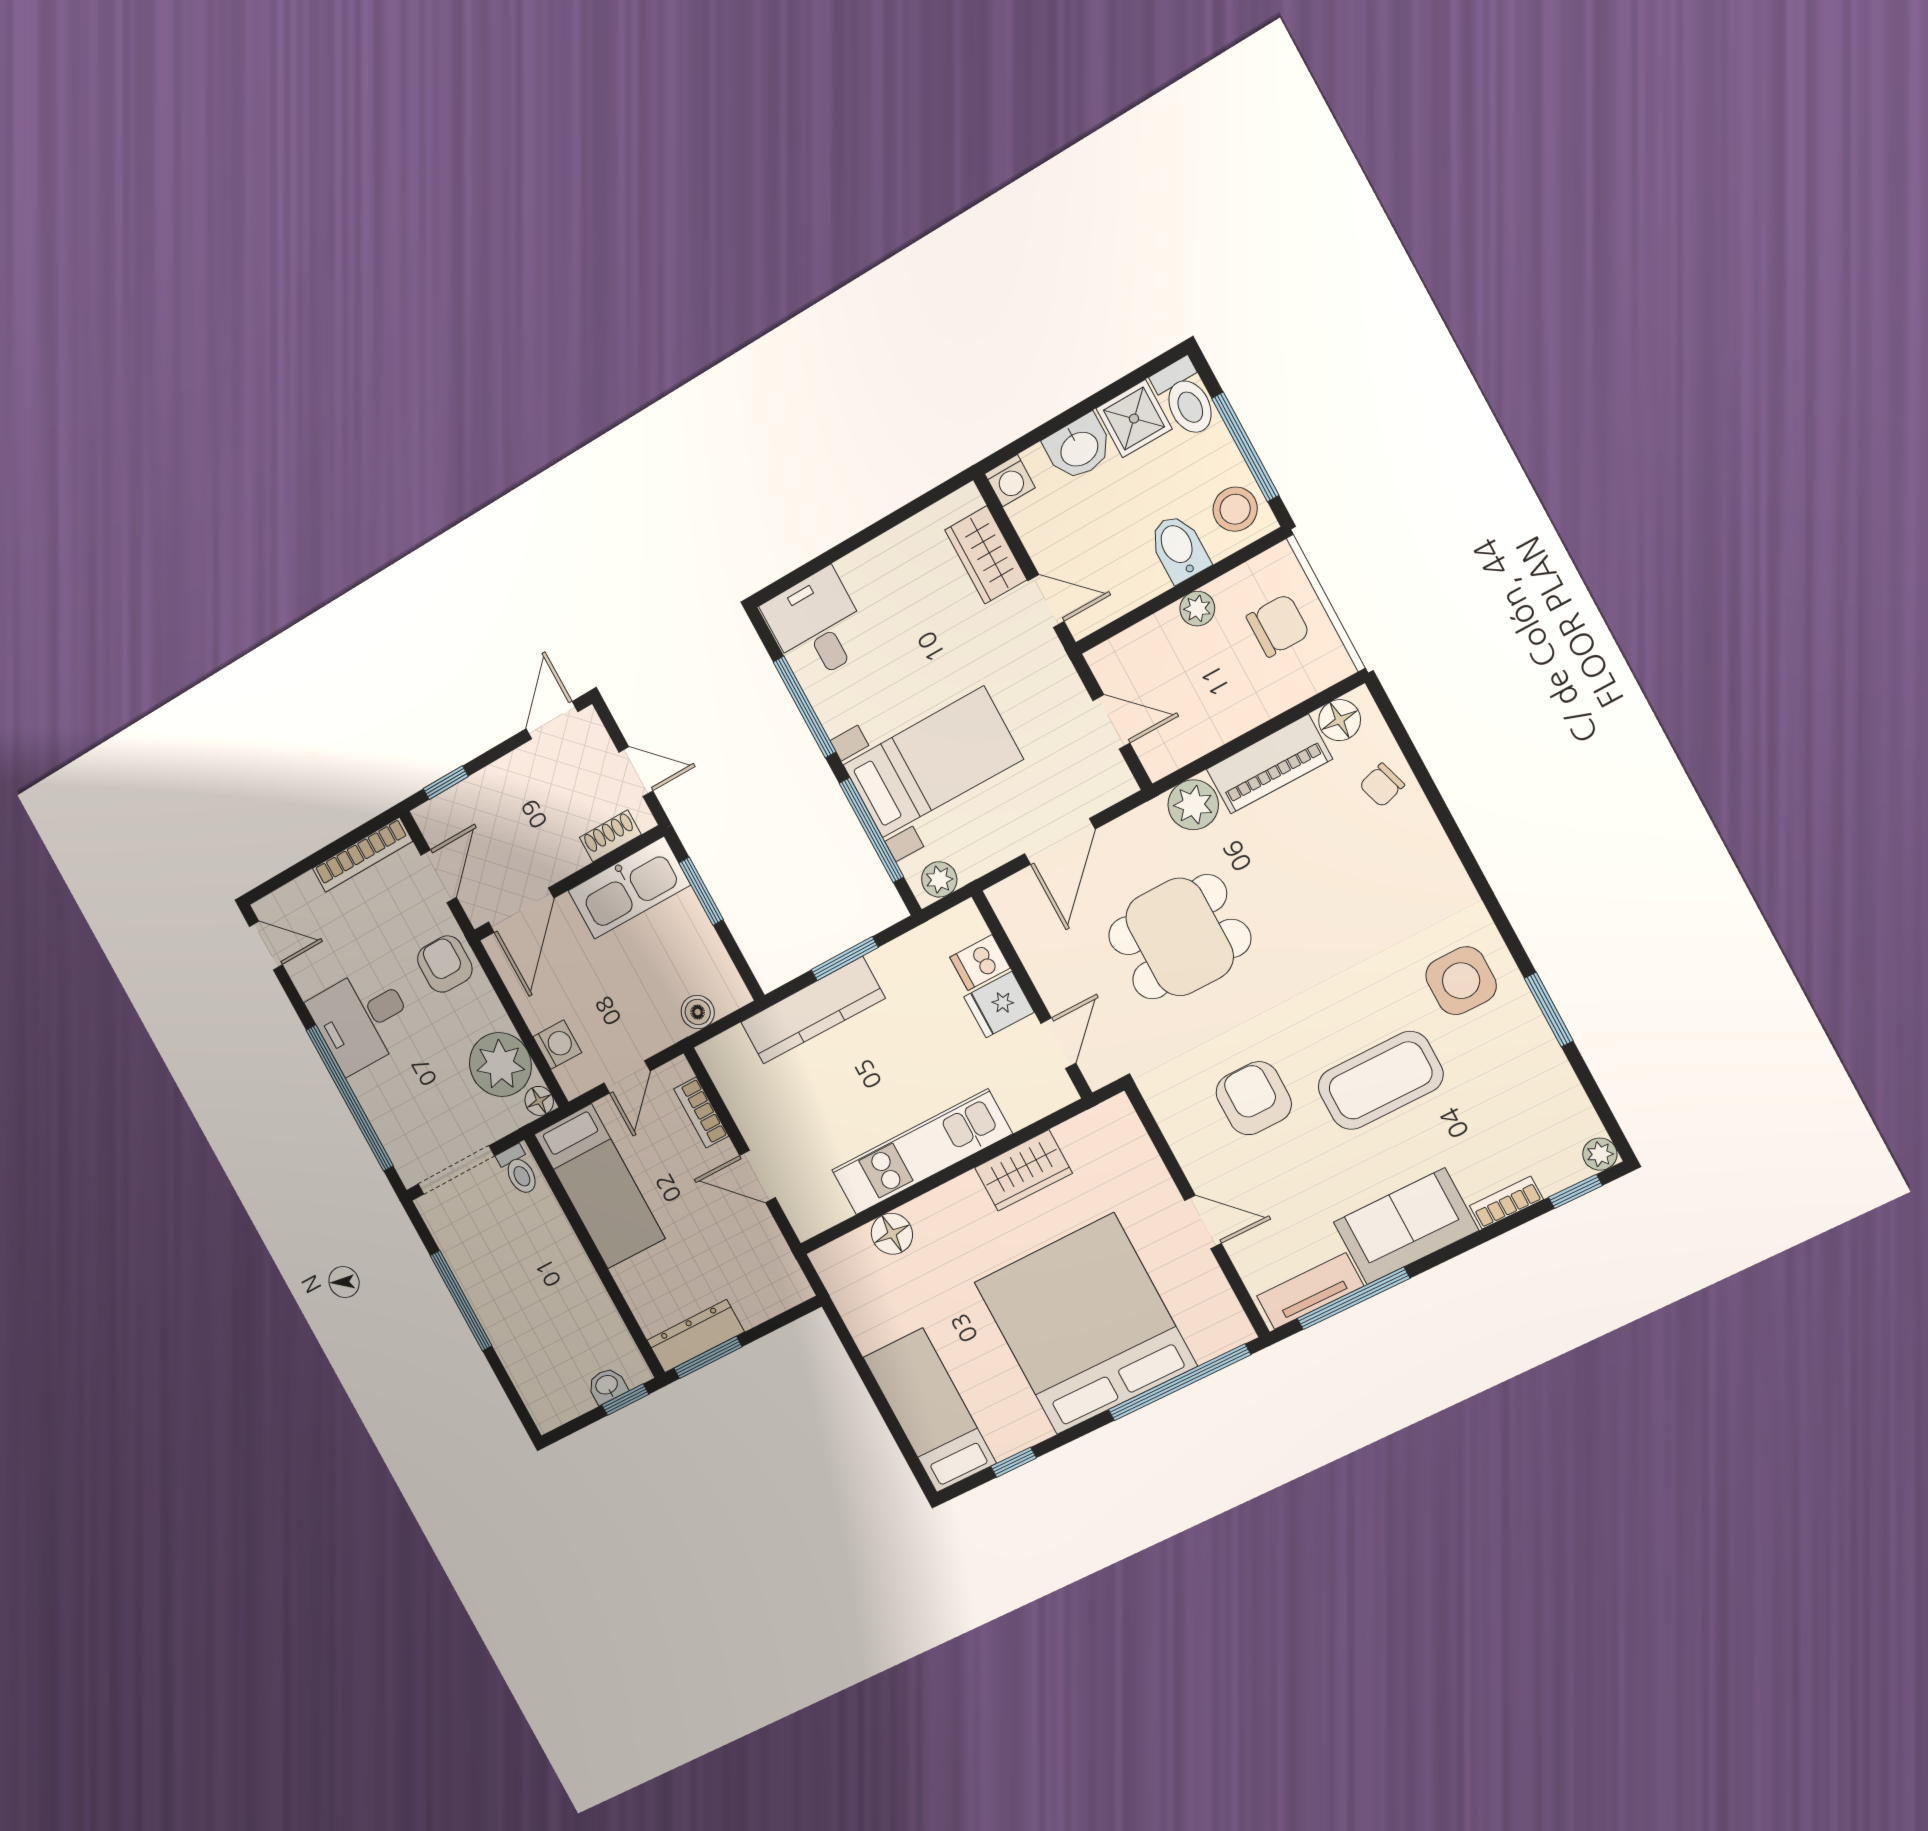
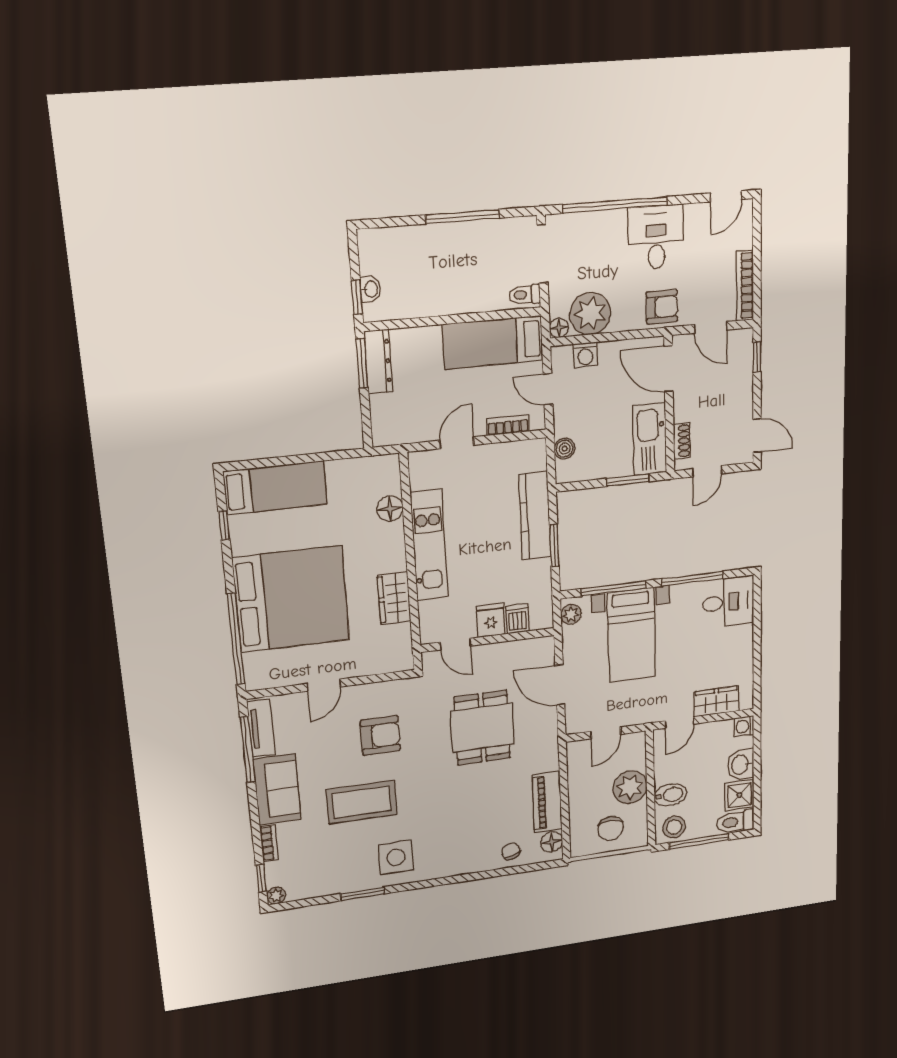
plant: (1197, 609) -> (630, 787), width x1.88, depth x1.88
plant: (1193, 805) -> (545, 758), removed
coffee table: (1381, 1081) -> (362, 802), turned 90

